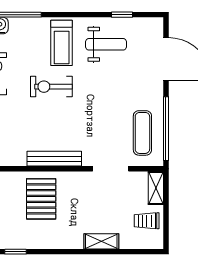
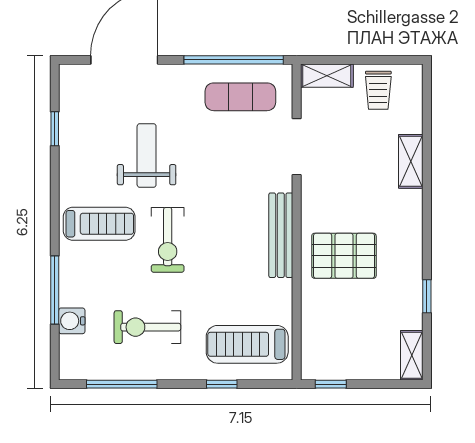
weight bench: (106, 44) -> (147, 156), moved

